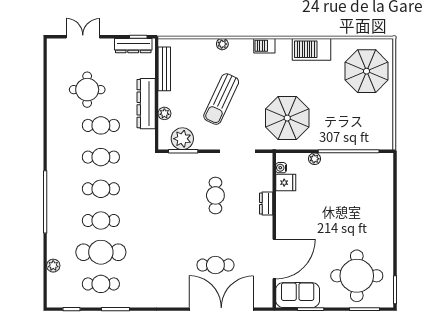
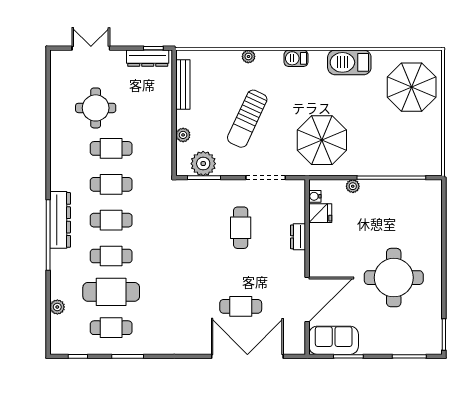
dresser: (146, 104) -> (60, 220), moved, turned 180
round table: (357, 276) -> (394, 278), moved

